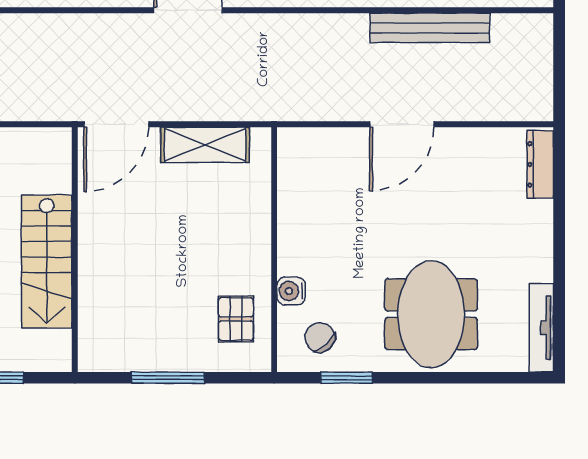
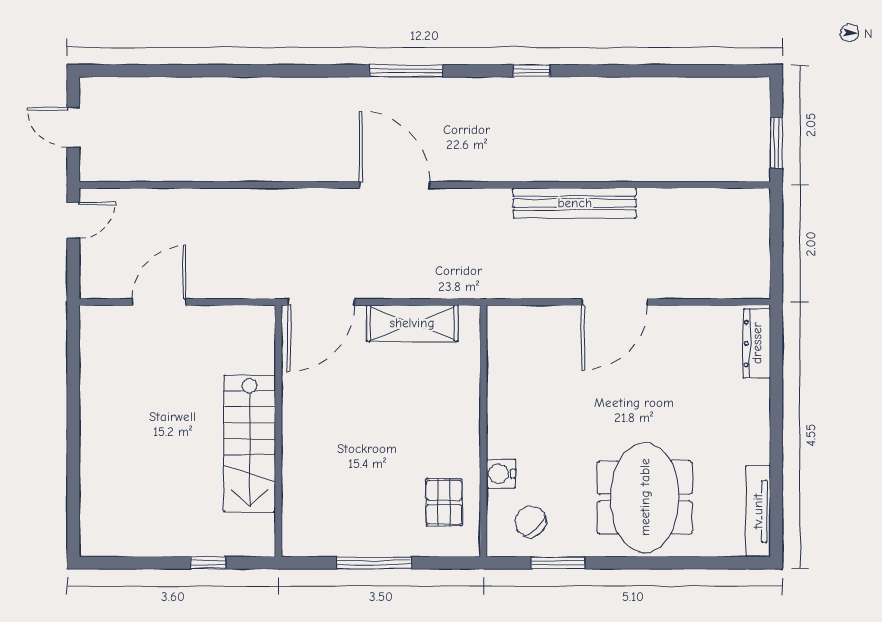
bench: (430, 28) -> (575, 203), moved

